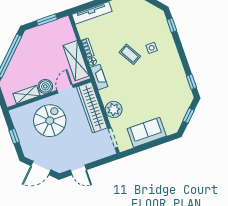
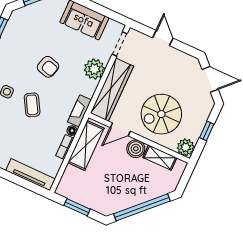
armchair: (142, 85) -> (48, 67), added
plant: (17, 115) -> (186, 147), added
door: (78, 170) -> (163, 38), moved

